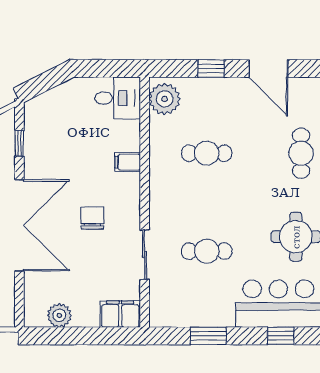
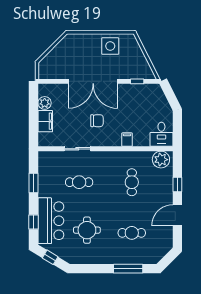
cafe table: (207, 251) -> (79, 182), turned 90
filing cabinet: (120, 314) -> (45, 121), moved

